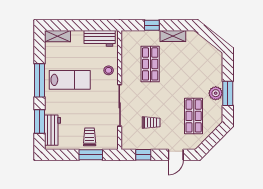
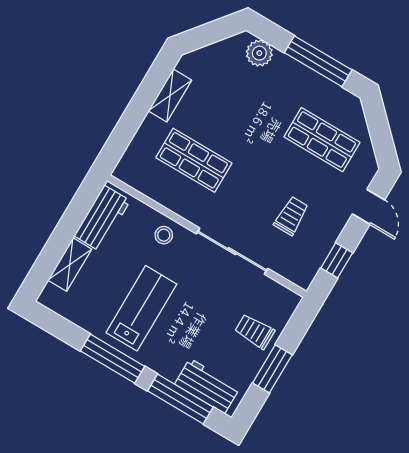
window: (152, 25) -> (132, 120), removed
shelving: (57, 36) -> (70, 265), moved
plant: (216, 93) -> (259, 53), moved
window: (228, 93) -> (318, 61), width x1.44
window: (39, 122) -> (180, 399), width x1.44
window: (91, 155) -> (272, 369), moved

